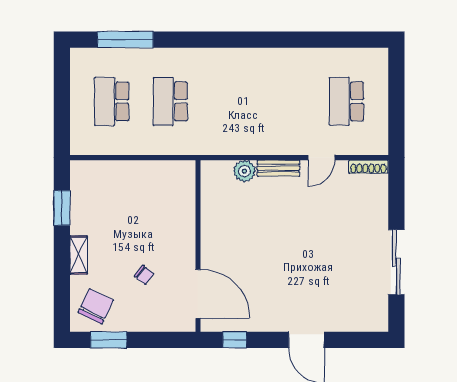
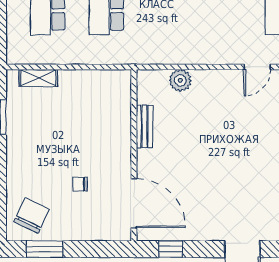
bench: (278, 168) -> (144, 126), moved, turned 90
shelving: (79, 255) -> (38, 78), moved, turned 90
chair: (144, 275) -> (80, 184), turned 142

